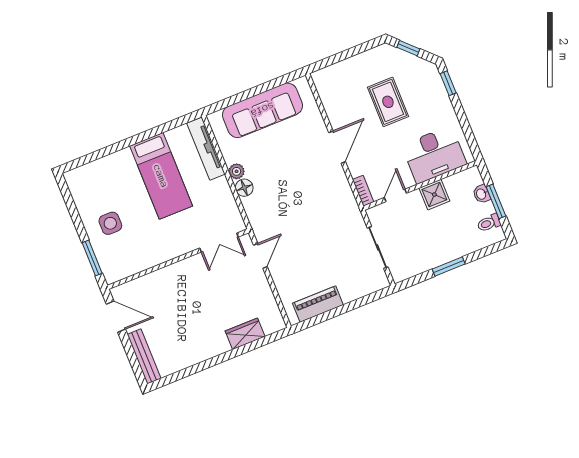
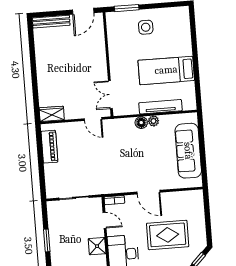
rug: (388, 102) -> (168, 235), width x1.36, depth x1.43
tv unit: (206, 149) -> (160, 107), moved
wardrobe: (245, 334) -> (52, 114), moved, turned -90

